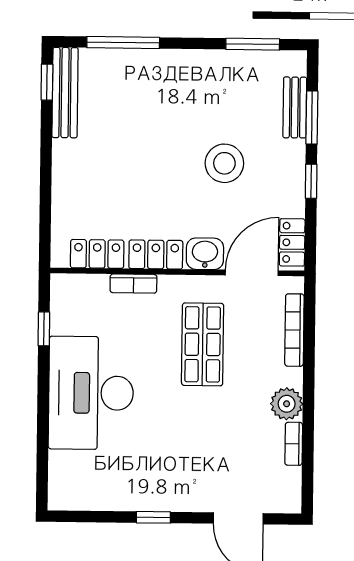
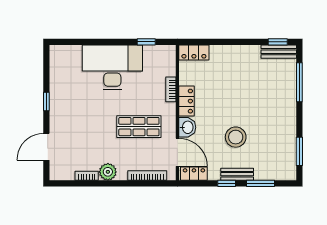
bench: (65, 93) -> (279, 52), width x0.73
bench: (295, 107) -> (237, 174), moved
locker: (97, 254) -> (194, 52), moved, turned 90

